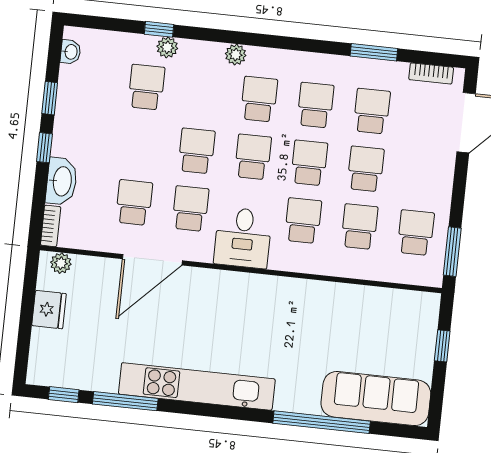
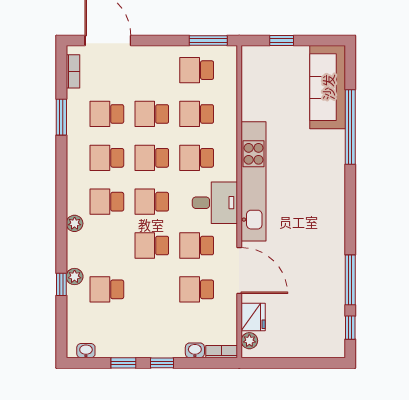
washbasin: (61, 181) -> (195, 350), width x0.52, depth x0.69
fridge: (49, 310) -> (253, 317), moved, turned 90
kitchen unit: (197, 386) -> (254, 181), moved, turned 180

